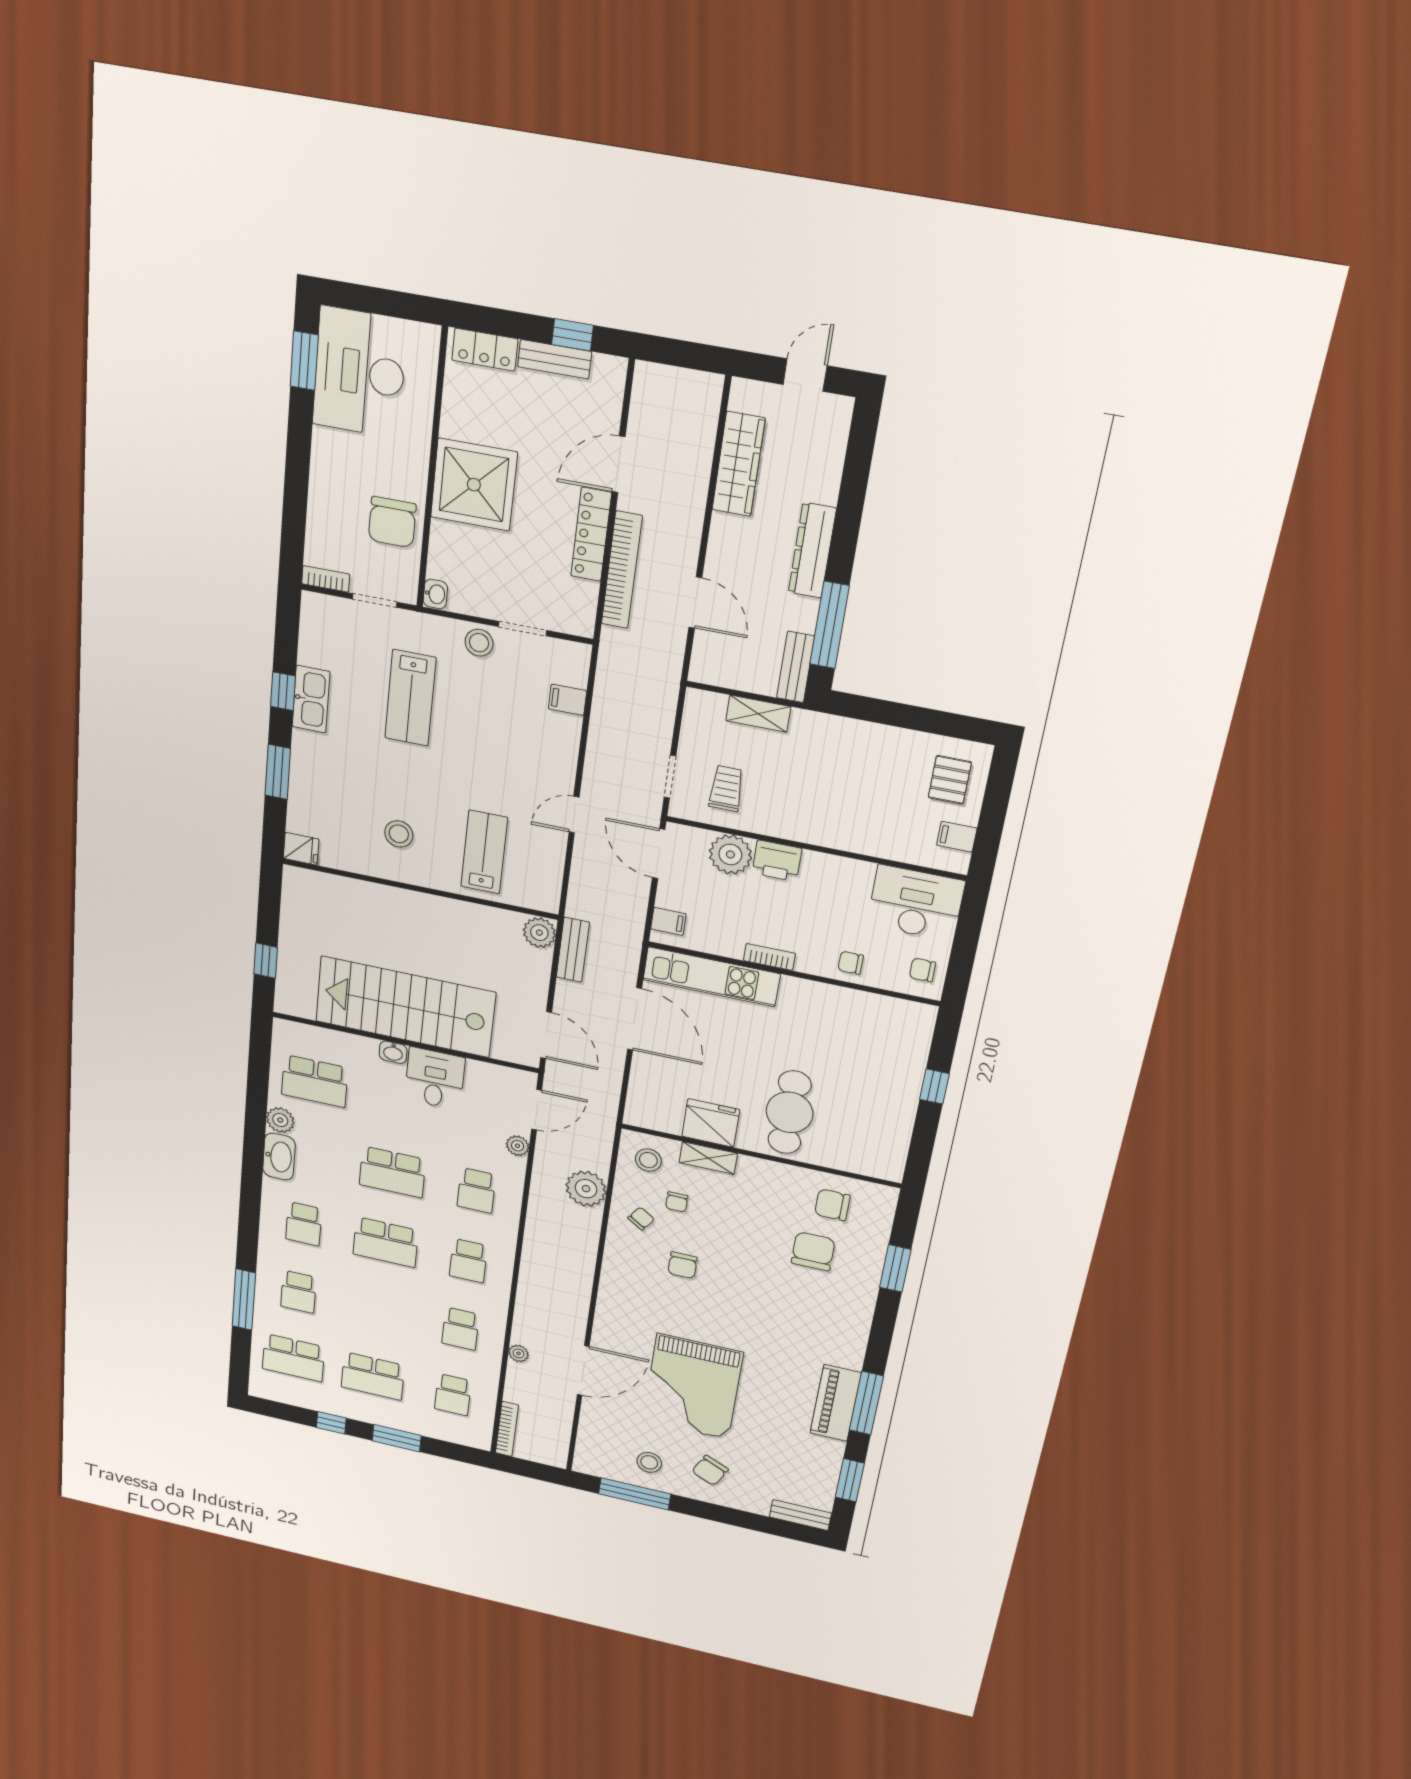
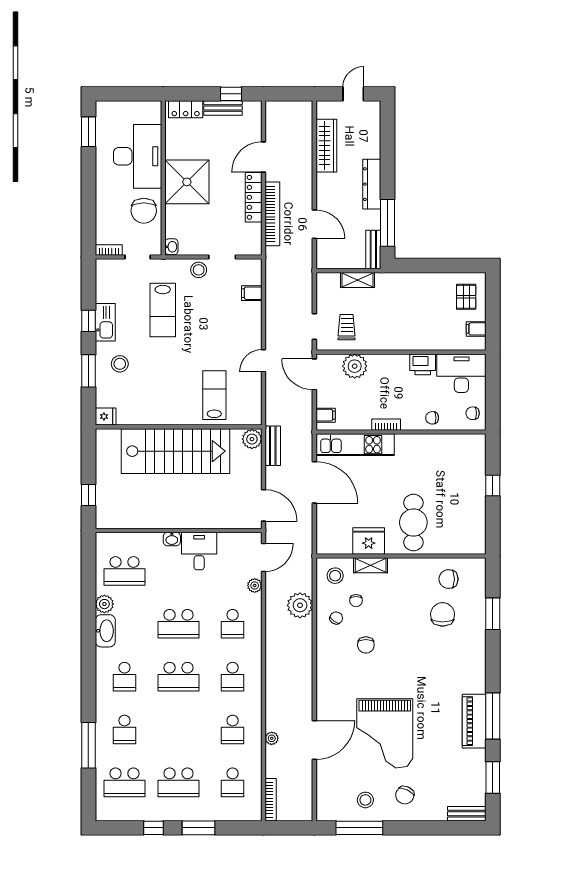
desk: (360, 372) -> (138, 156), moved, turned 180
stool: (399, 834) -> (120, 364), moved
printer: (777, 861) -> (423, 364), moved
stairs: (405, 1007) -> (176, 451), moved, turned 180

